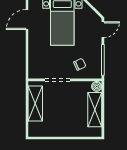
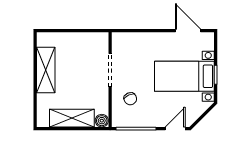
door: (103, 30) -> (175, 129), swing flipped
shelving: (35, 104) -> (46, 70), moved, turned 90

